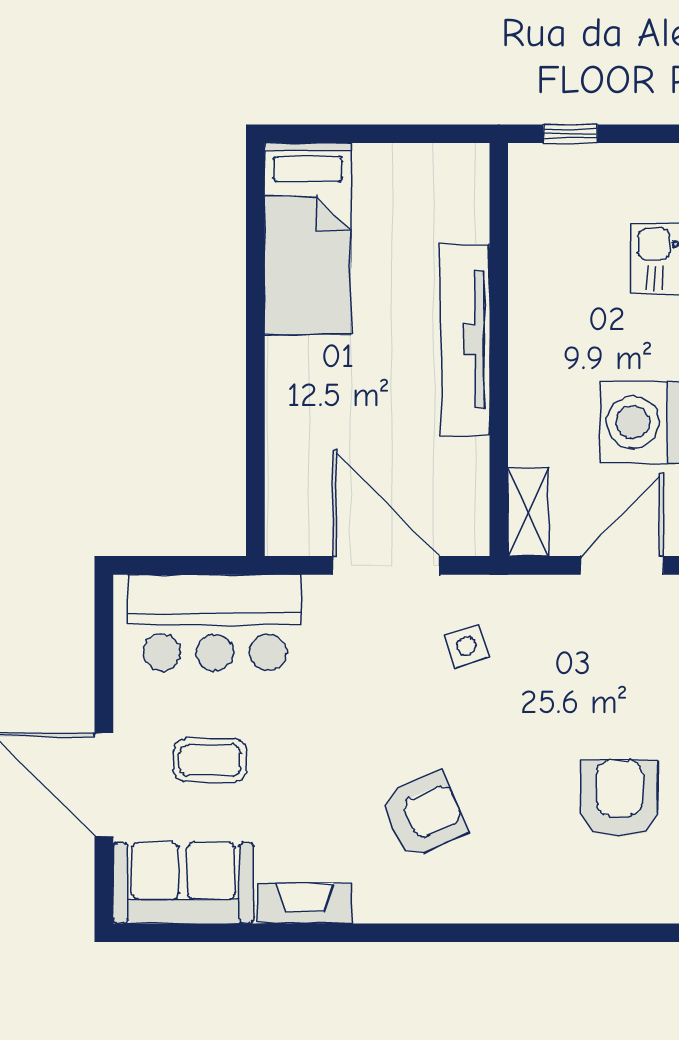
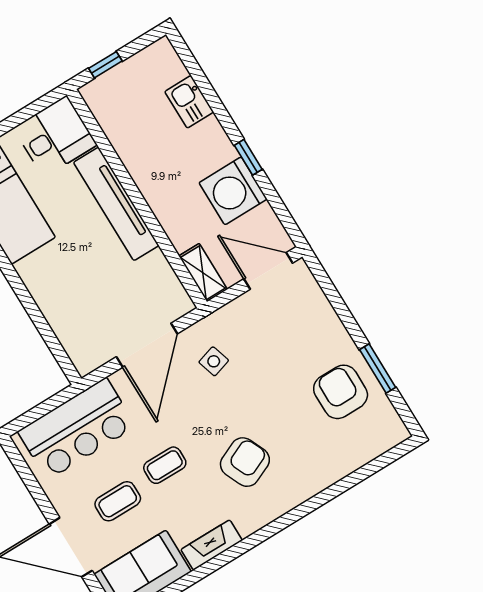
desk: (437, 192) -> (55, 136), added
door: (386, 565) -> (147, 345), swing flipped
door: (622, 565) -> (268, 271), hinge flipped
coffee table: (308, 750) -> (165, 465), added

